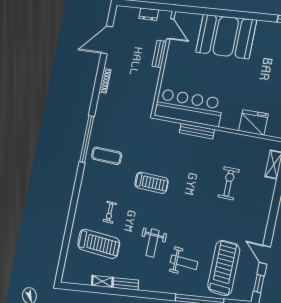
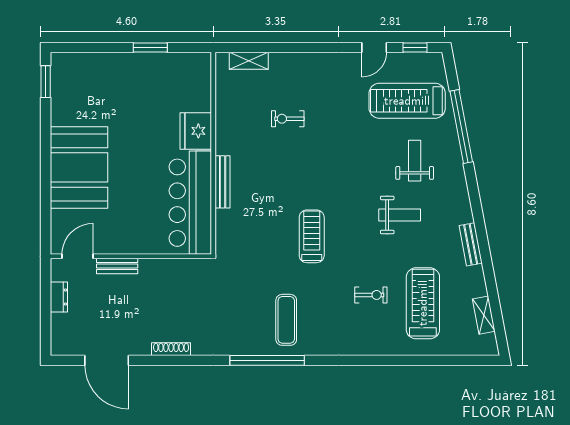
fridge: (253, 122) -> (196, 131), moved
exercise bike: (229, 183) -> (288, 119), width x0.73, depth x0.72
shelving: (102, 281) -> (484, 315), moved

